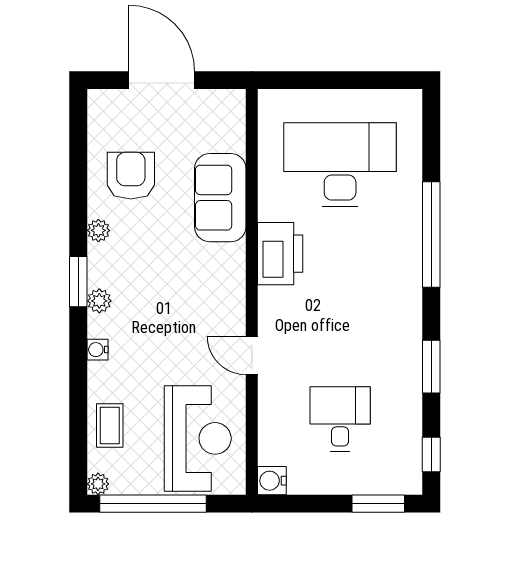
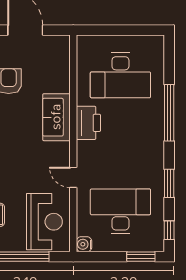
desk: (340, 165) -> (120, 75), turned 180
sofa: (220, 198) -> (56, 117), moved
desk: (340, 419) -> (120, 211), width x1.87, depth x1.30

